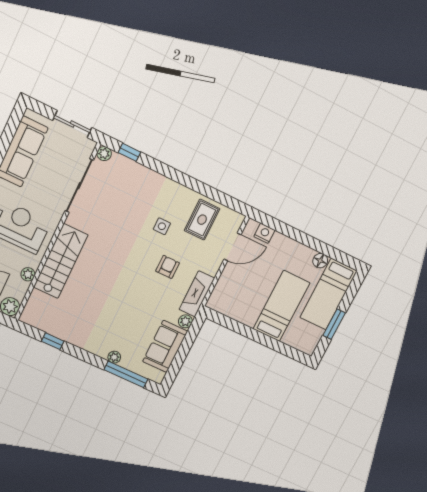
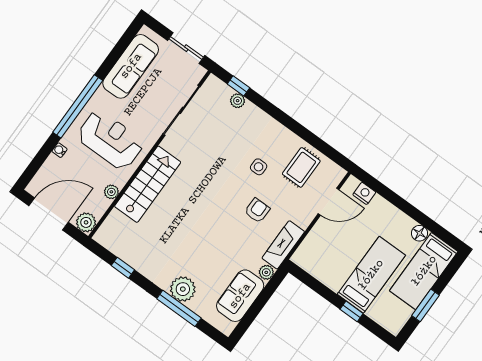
plant: (104, 154) -> (238, 101), moved
window: (268, 342) -> (352, 311), added
plant: (114, 357) -> (183, 289), width x1.88, depth x1.88
window: (126, 374) -> (179, 308), moved

